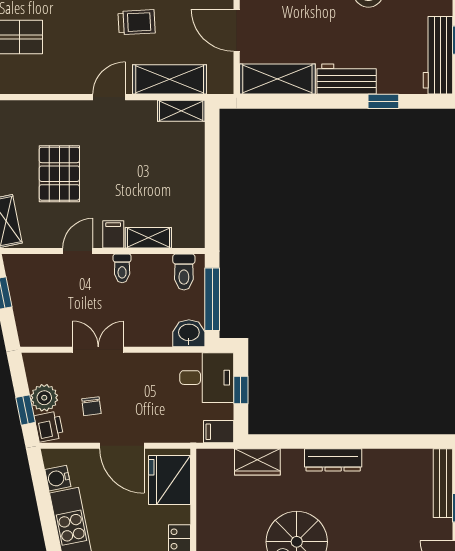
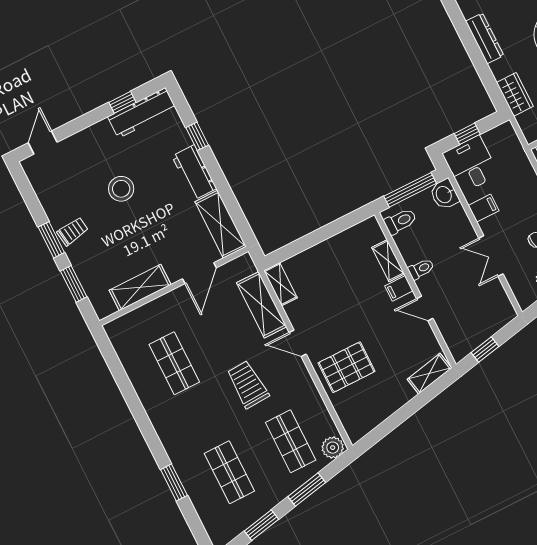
trolley: (137, 22) -> (248, 384), moved, width x1.36, depth x1.39
pallet: (59, 174) -> (346, 367), moved
filing cabinet: (219, 432) -> (484, 208), moved, turned -90

